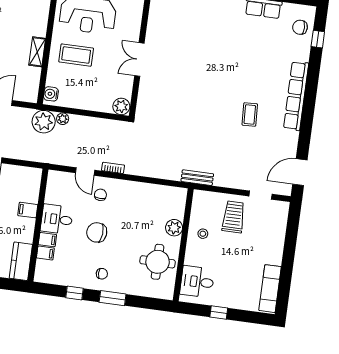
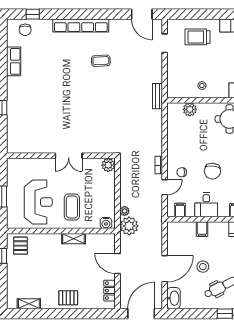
trolley: (233, 217) -> (197, 37), moved
plant: (174, 228) -> (190, 109), moved
filing cabinet: (47, 240) -> (180, 210), moved

